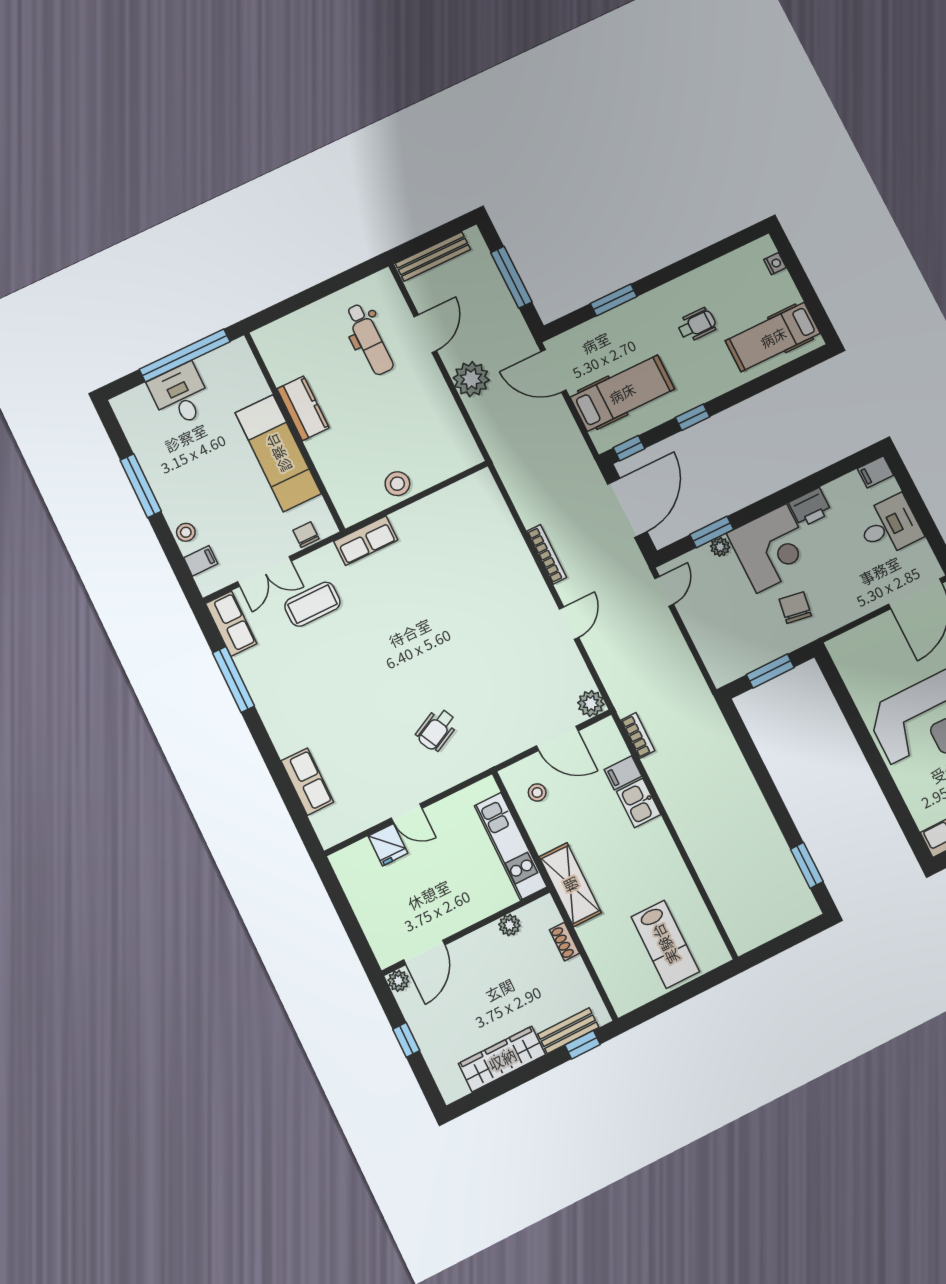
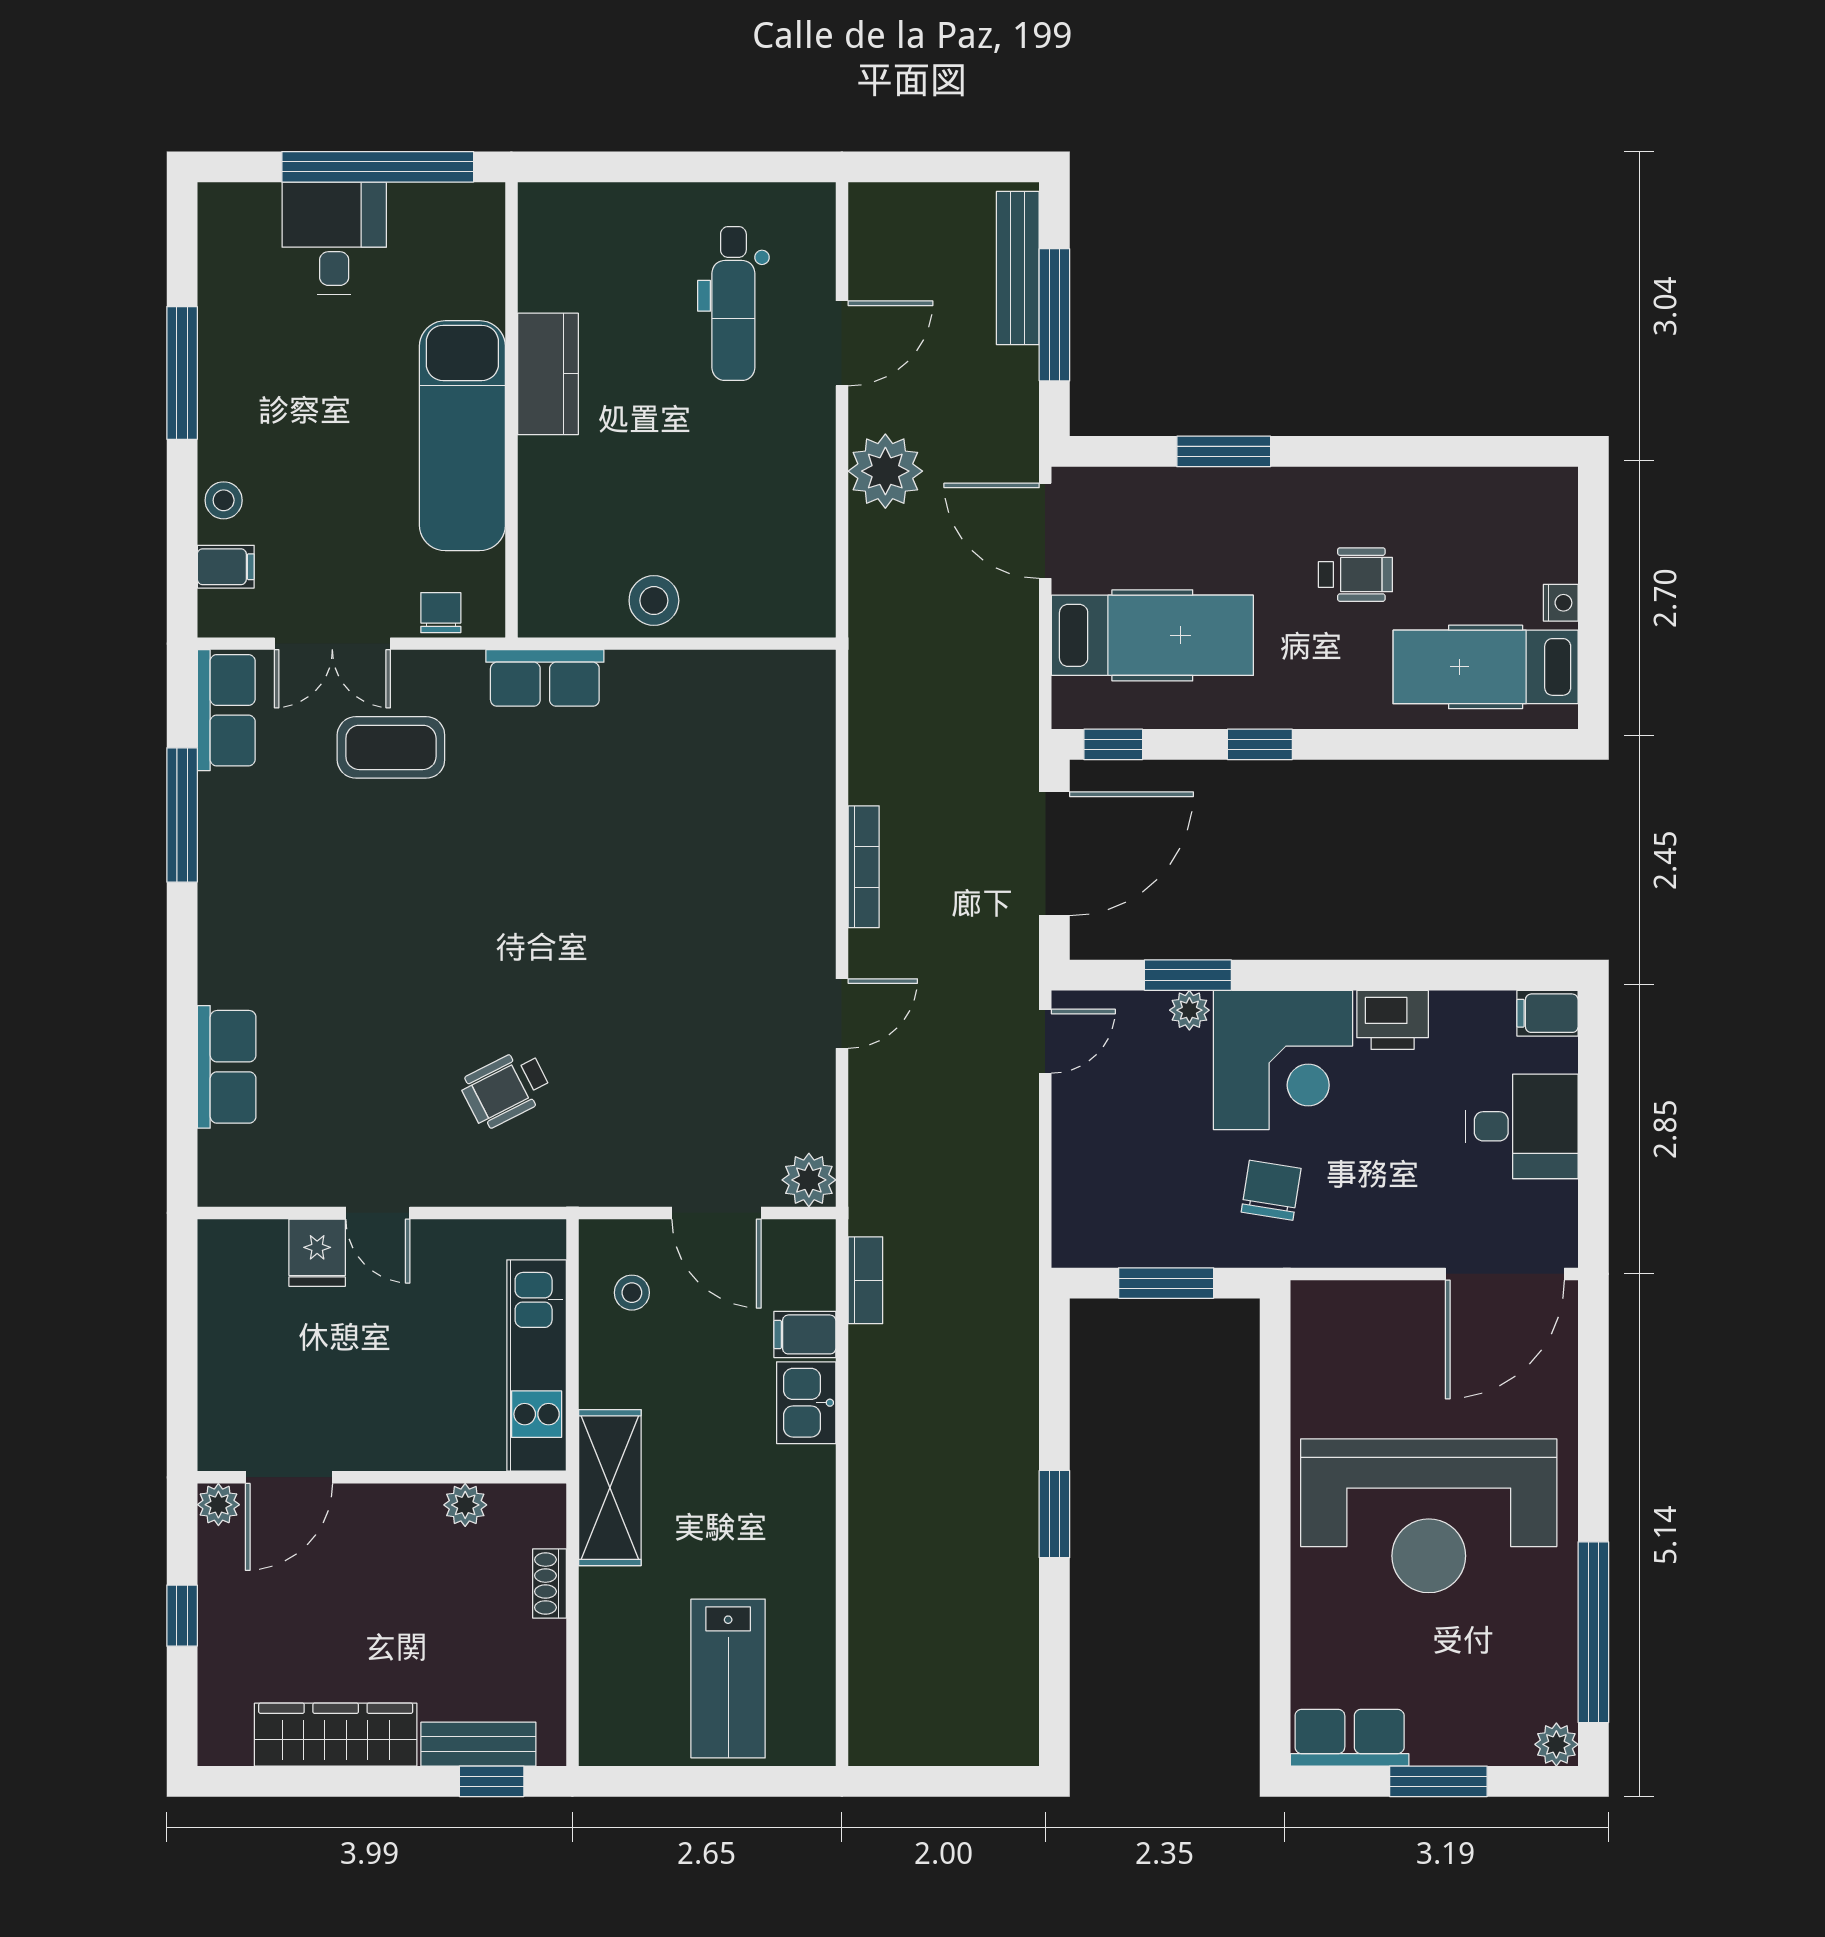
bench: (433, 256) -> (1018, 268), moved, turned 90
nightstand: (775, 264) -> (1561, 603), moved
window: (807, 865) -> (1054, 1514), moved

